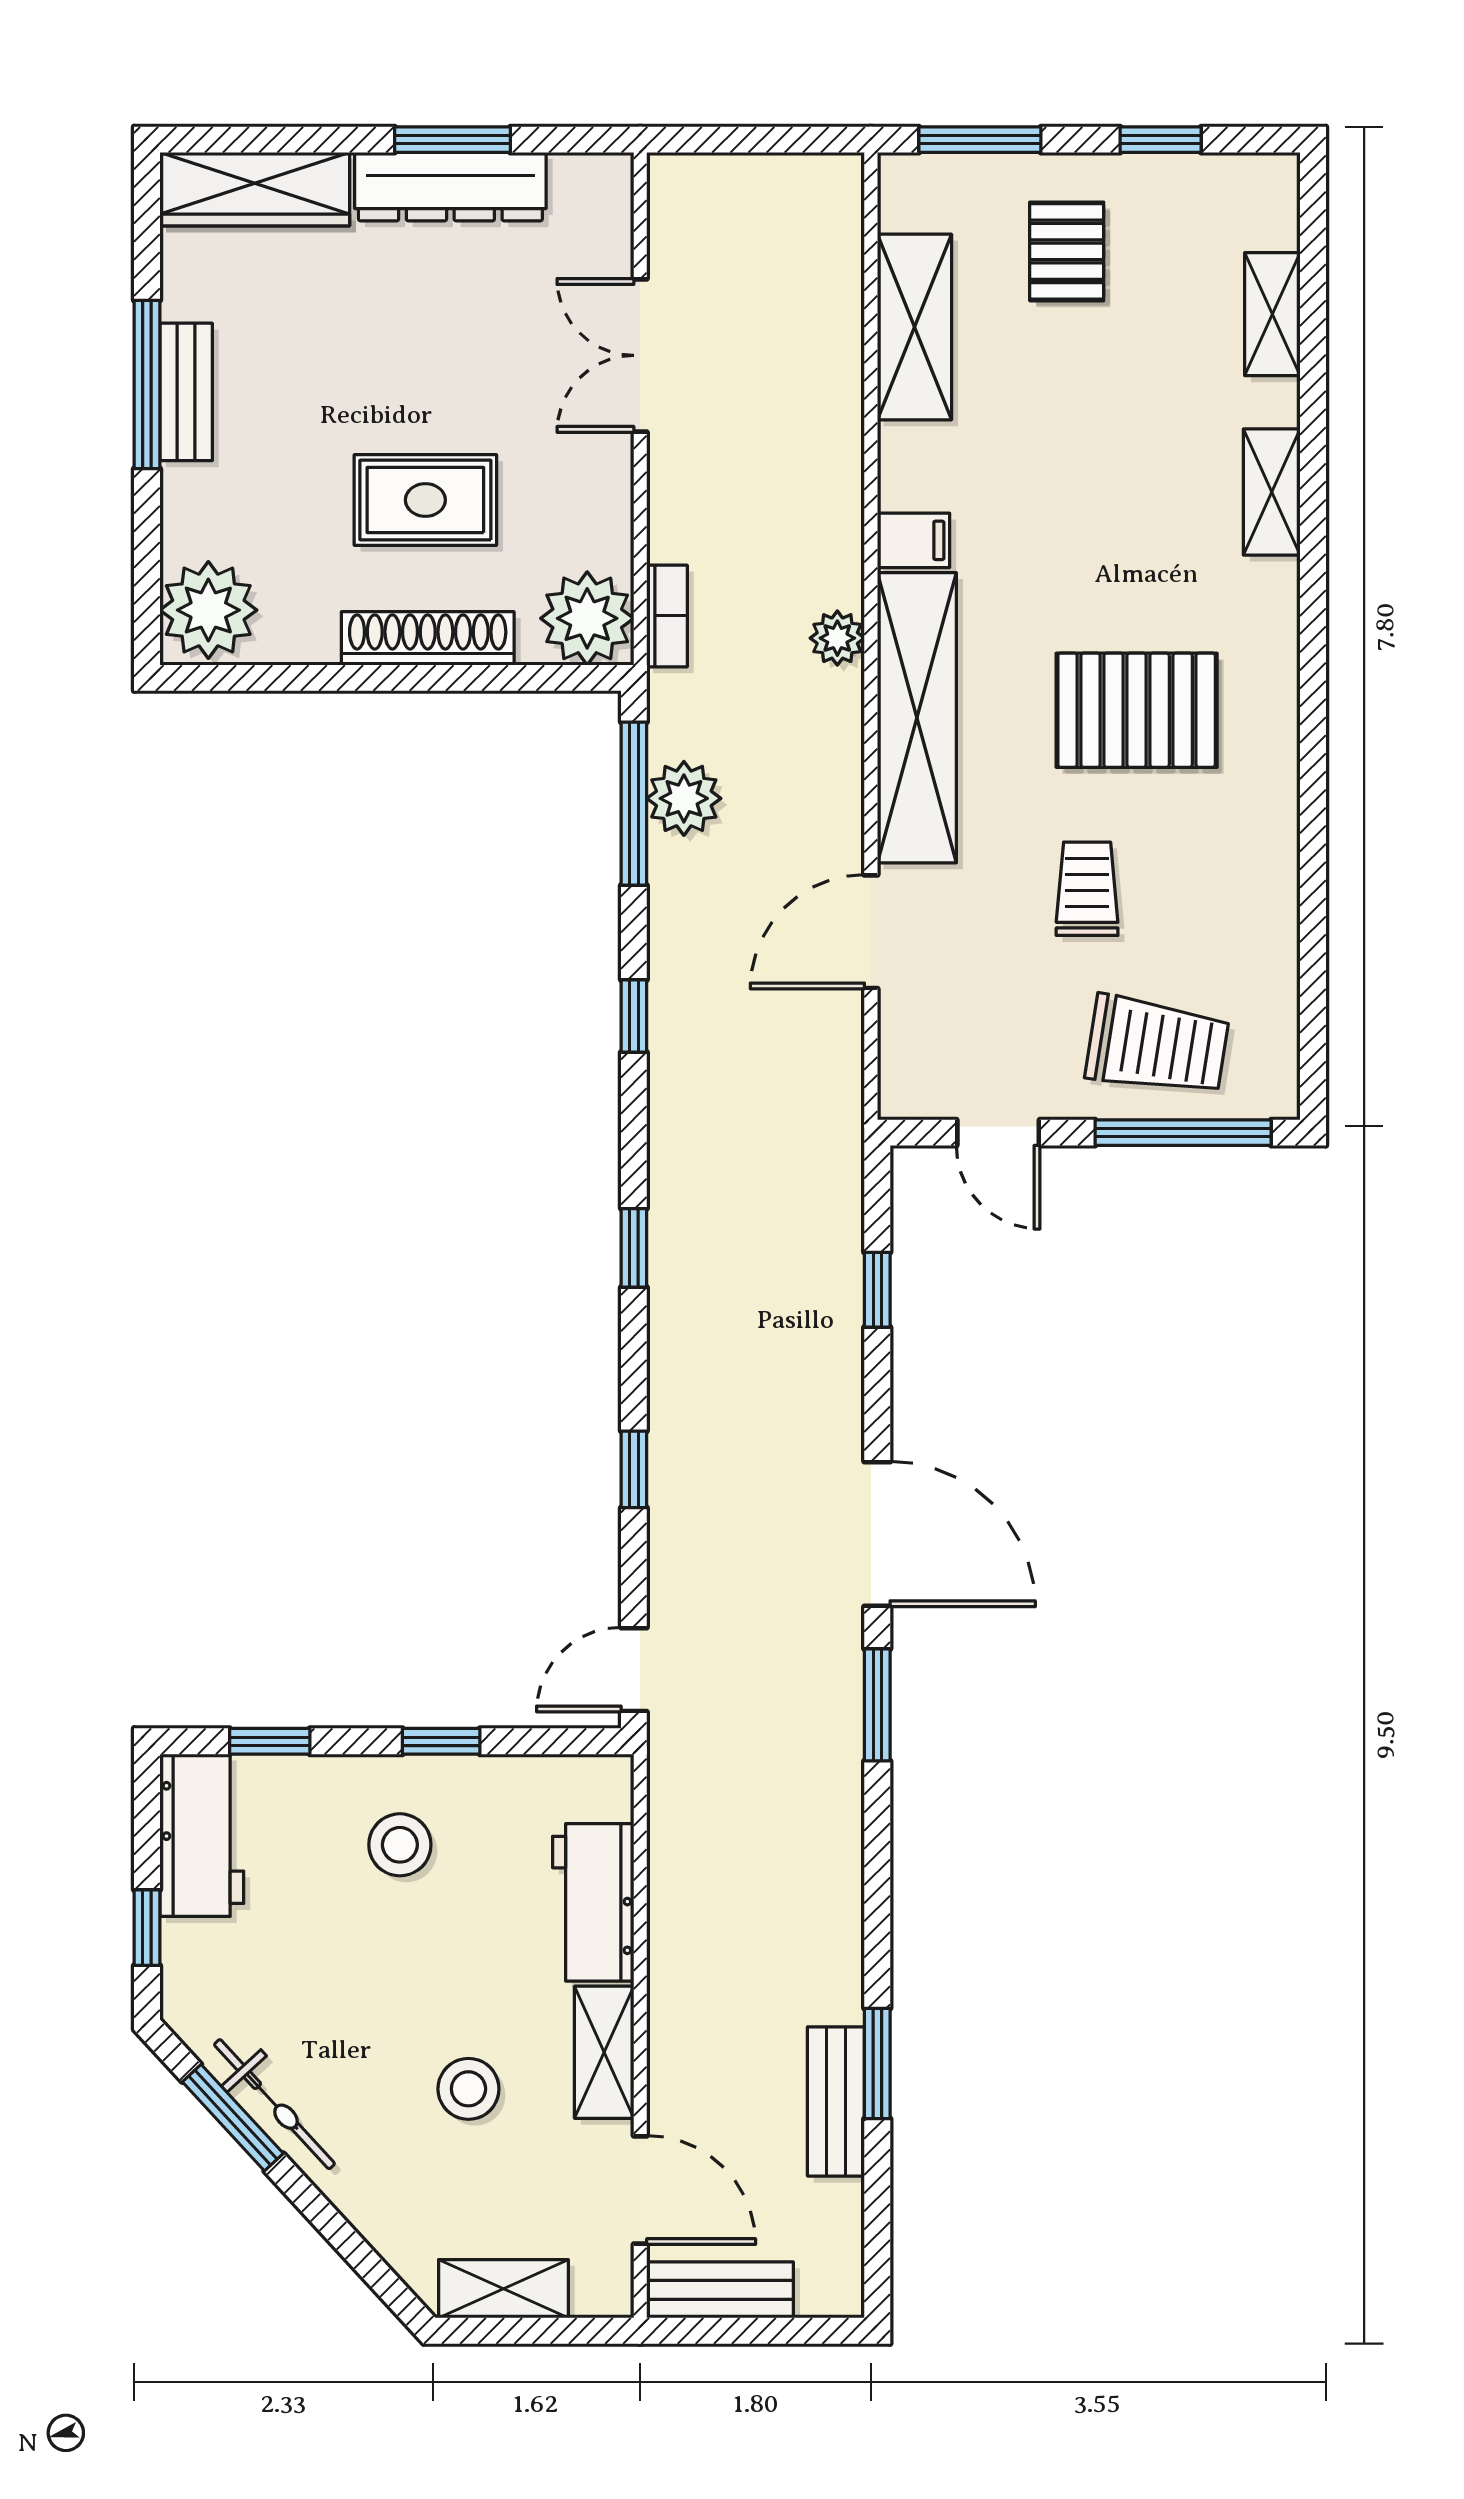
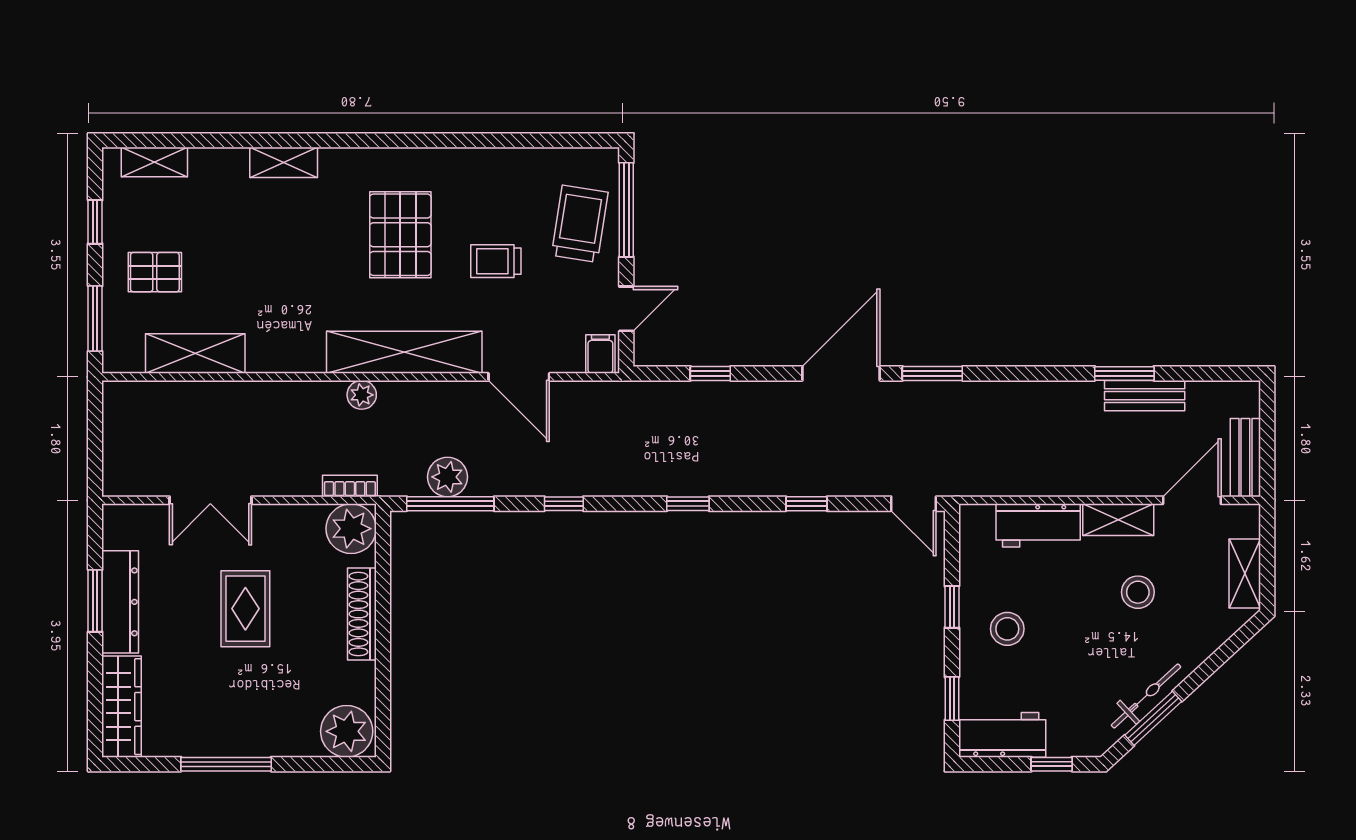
shelving: (1272, 314) -> (154, 162), moved
bench: (186, 392) -> (230, 743), removed
rug: (425, 500) -> (245, 609), moved
filing cabinet: (914, 540) -> (600, 354), moved

